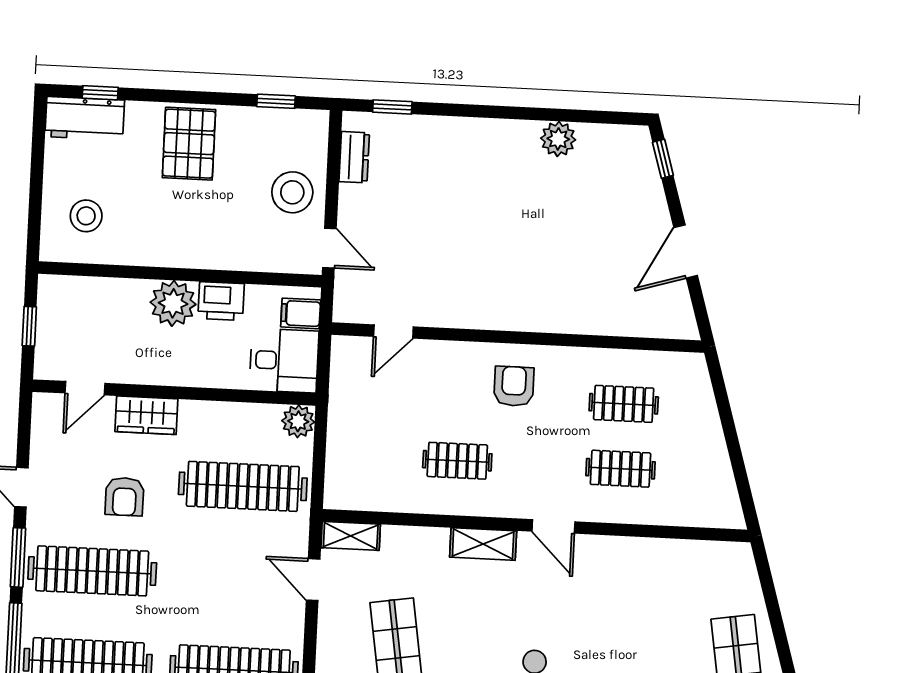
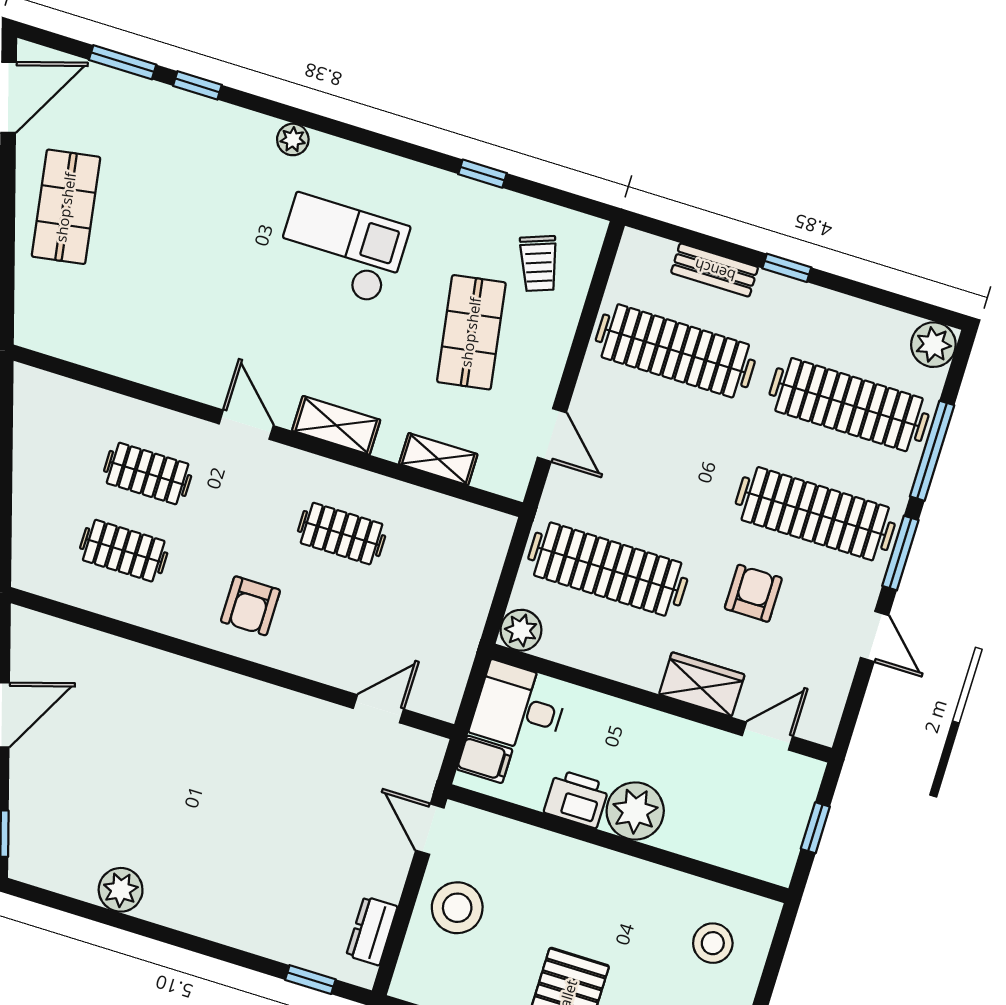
shelving: (351, 536) -> (438, 459), moved

